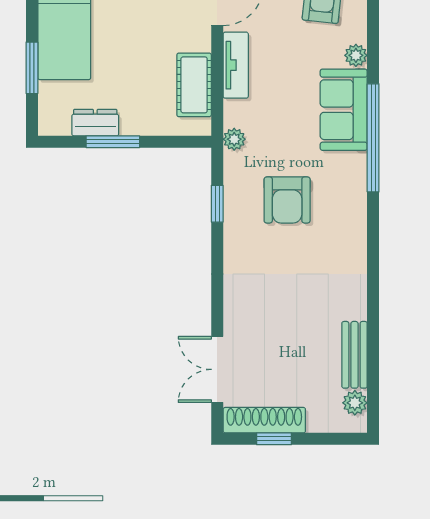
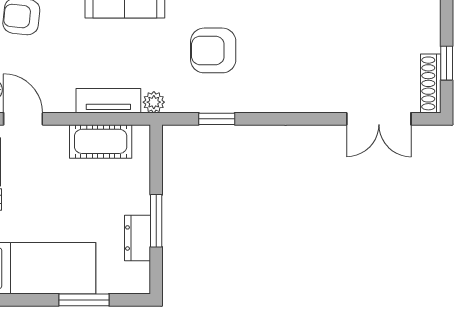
tv unit: (236, 65) -> (108, 101), moved
armchair: (287, 200) -> (213, 50), turned 180
shoe rack: (264, 420) -> (431, 83), width x0.74, depth x0.81

